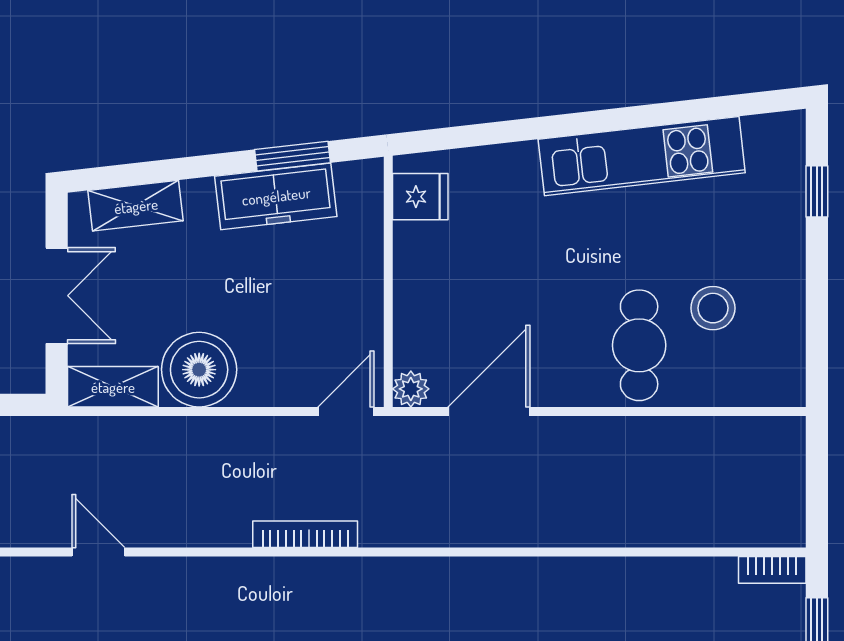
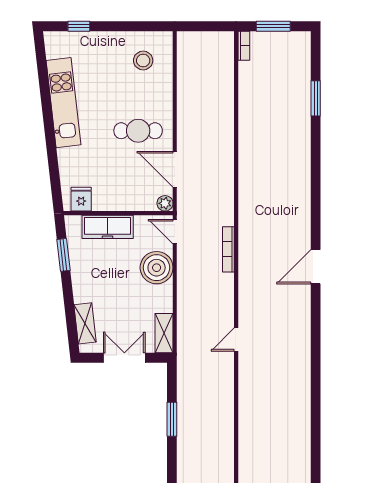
freezer: (276, 196) -> (108, 227), moved, turned 96
stool: (713, 308) -> (143, 61), moved
cafe table: (639, 345) -> (138, 131), moved
boiler: (199, 370) -> (157, 268), moved

